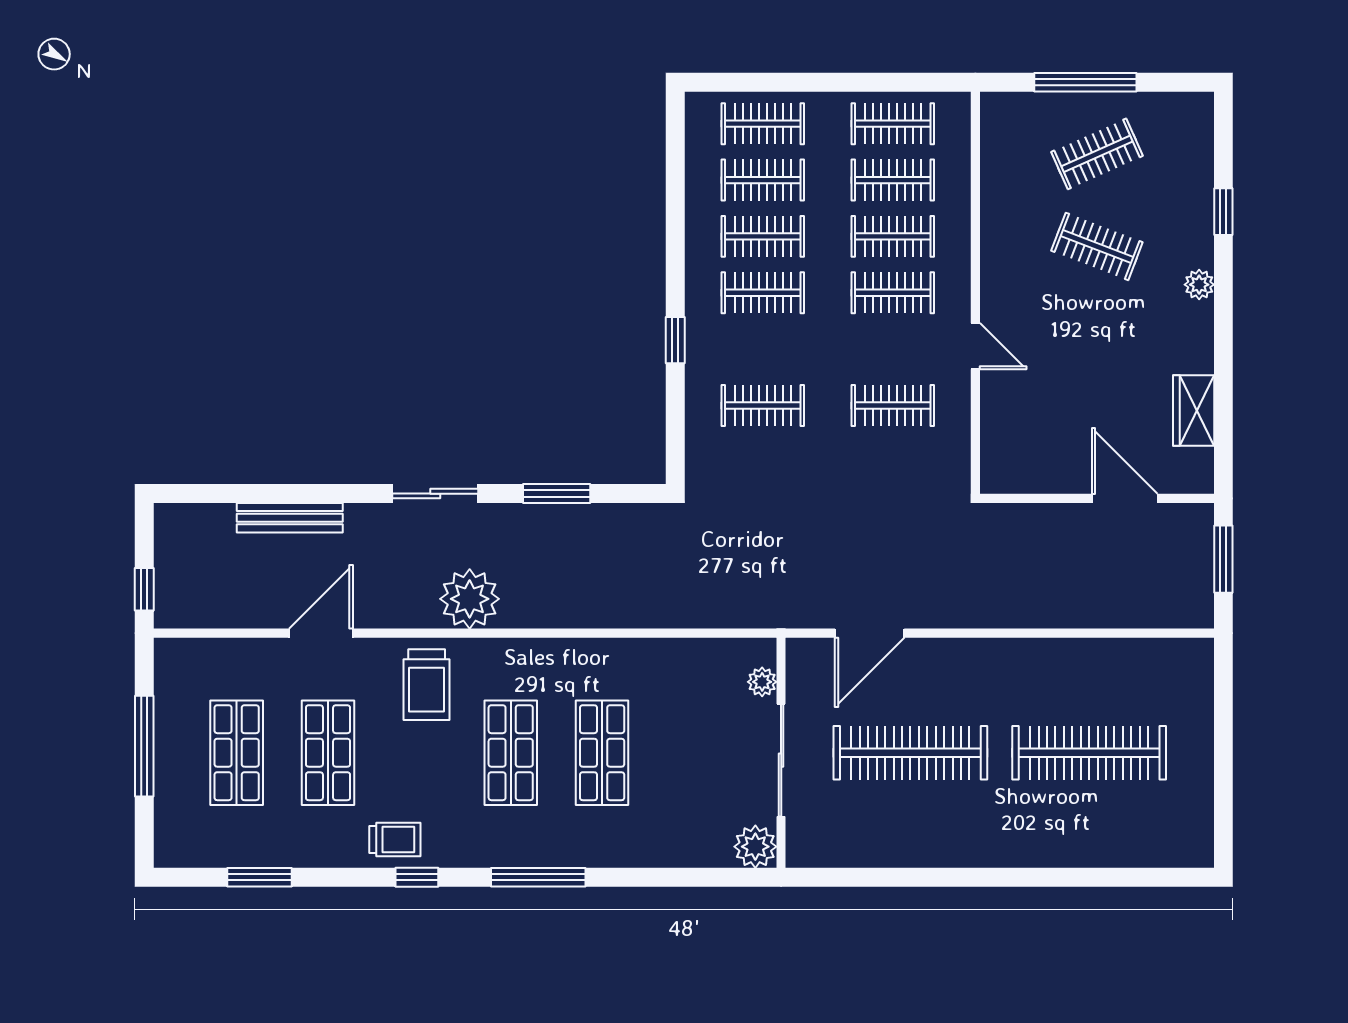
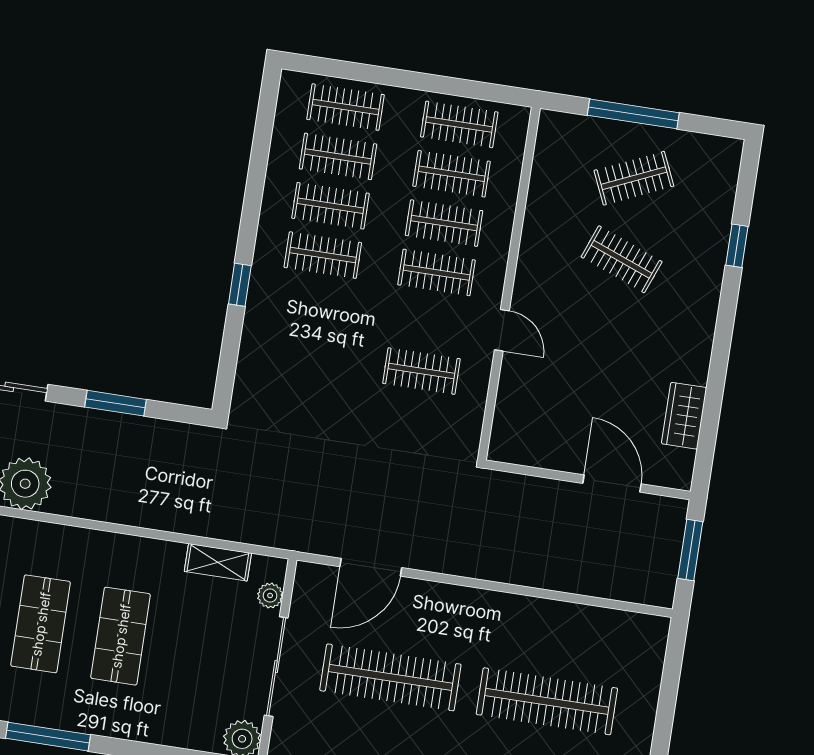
plant: (1199, 285) -> (706, 306), removed
clothes rail: (763, 405) -> (308, 354), removed
shelving: (698, 654) -> (218, 562), added

